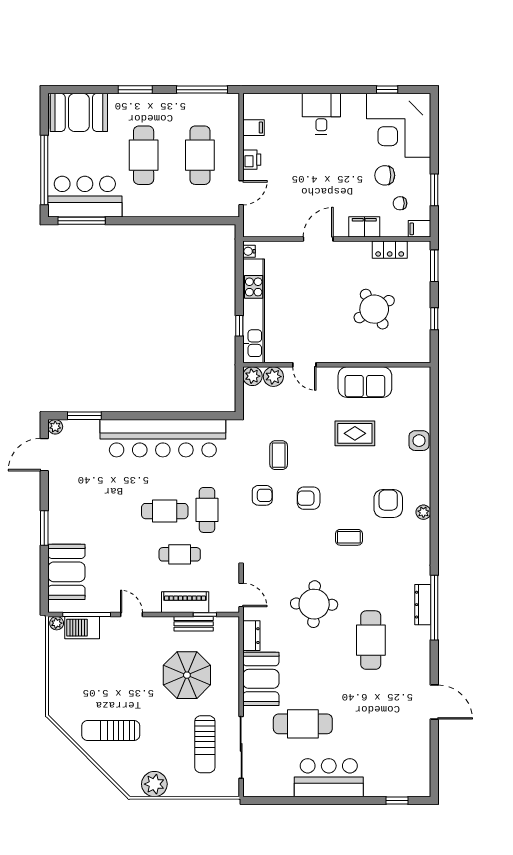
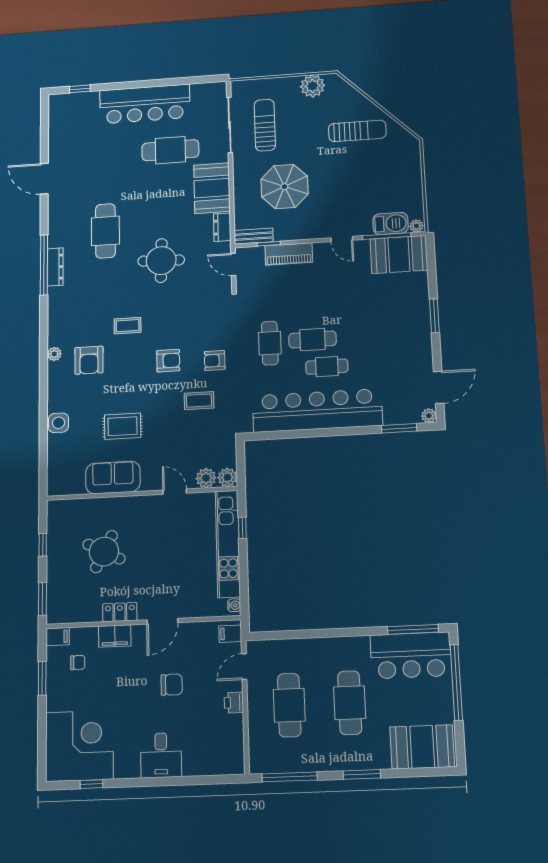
filing cabinet: (254, 128) -> (230, 634), moved
chair: (385, 175) -> (172, 685), moved
locker: (390, 250) -> (120, 612), moved
round table: (374, 309) -> (104, 552), turned -33
coffee table: (279, 455) -> (199, 401), turned 90
cafe table: (180, 554) -> (327, 367), moved
booth: (66, 572) -> (399, 255), moved, turned 90
bench: (194, 624) -> (254, 236), moved
bar counter: (329, 778) -> (145, 104), width x1.36

